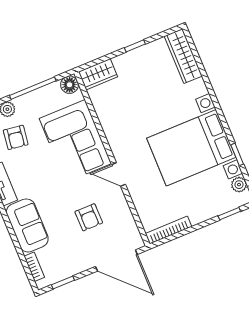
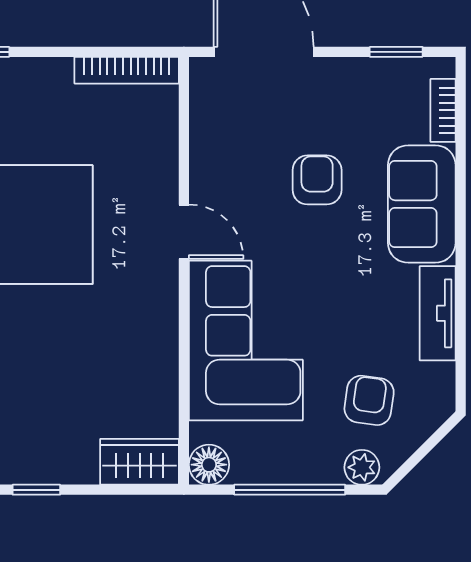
armchair: (89, 217) -> (317, 180), moved

